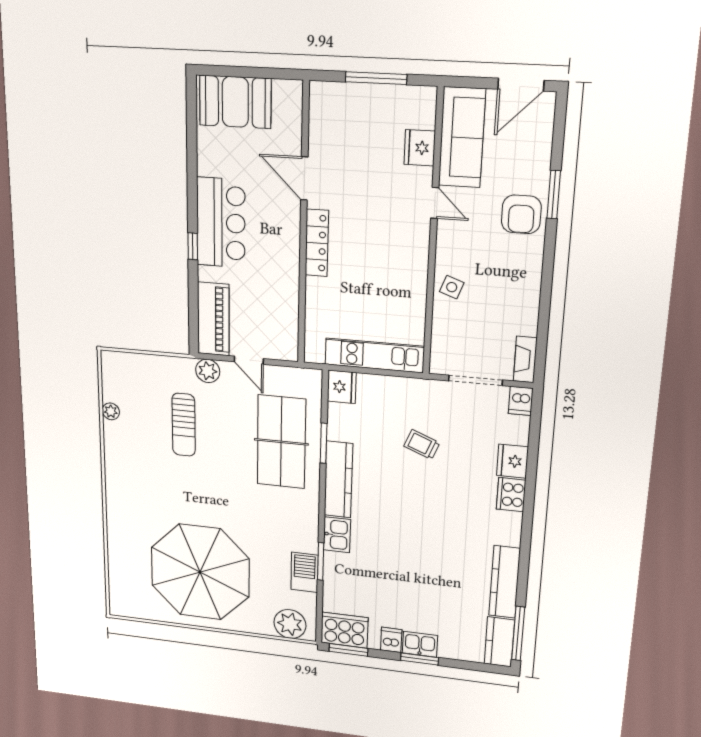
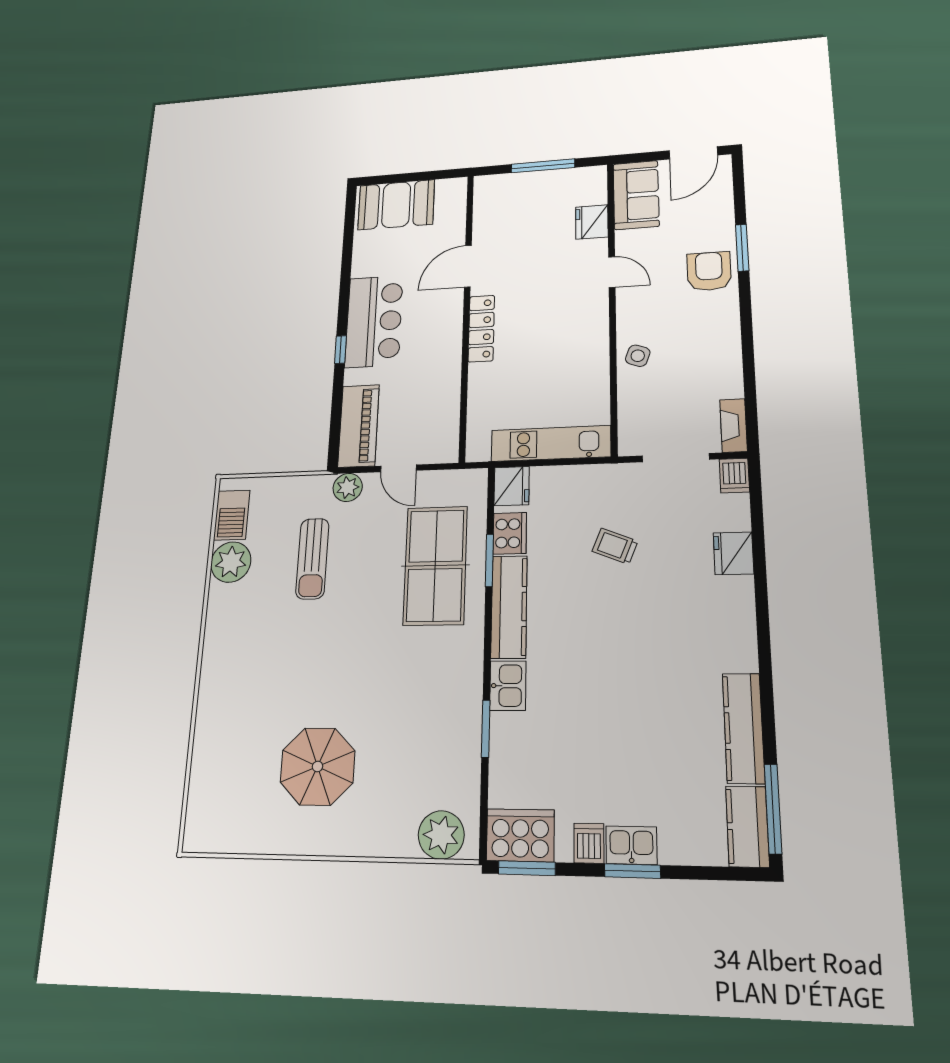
sofa: (462, 137) -> (636, 195), width x0.73
door: (304, 178) -> (468, 266), hinge flipped
armchair: (521, 214) -> (709, 271), turned 180
plant: (111, 411) -> (231, 562), width x1.88, depth x1.88
cooker: (511, 495) -> (510, 533), moved, turned 180
parasol: (200, 572) -> (318, 766), width x0.54, depth x0.54
barbecue: (305, 572) -> (232, 515), moved, turned 180

